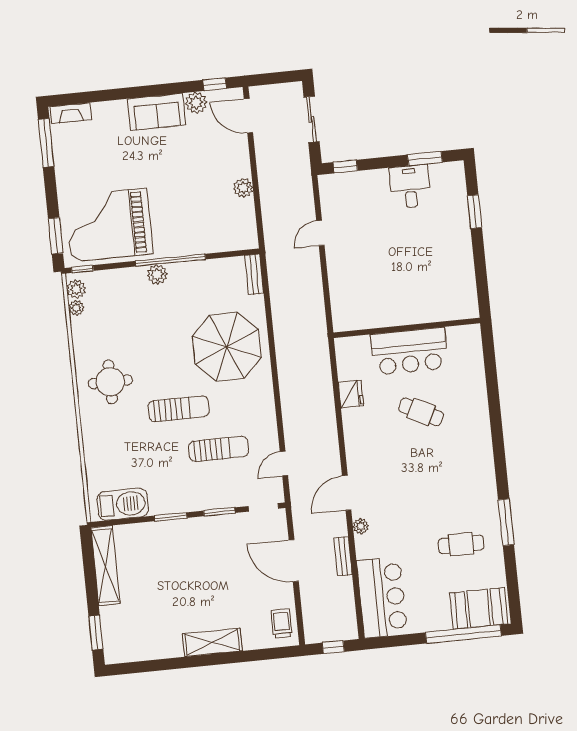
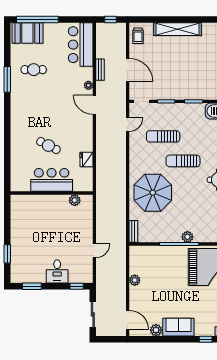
window: (215, 84) -> (206, 339), moved
desk: (410, 187) -> (57, 271), moved
plant: (365, 319) -> (75, 200), added
door: (347, 493) -> (94, 105), swing flipped
shelving: (212, 642) -> (178, 29), width x1.47

